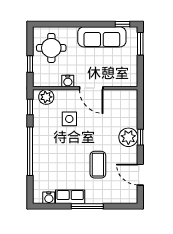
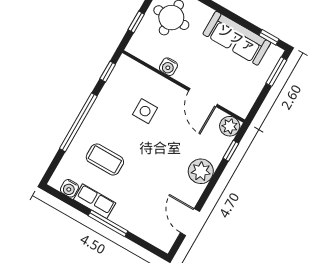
door: (91, 88) -> (203, 97), moved
plant: (46, 97) -> (230, 126), moved
window: (140, 137) -> (231, 151), moved
coffee table: (98, 165) -> (105, 159), moved, turned 90

